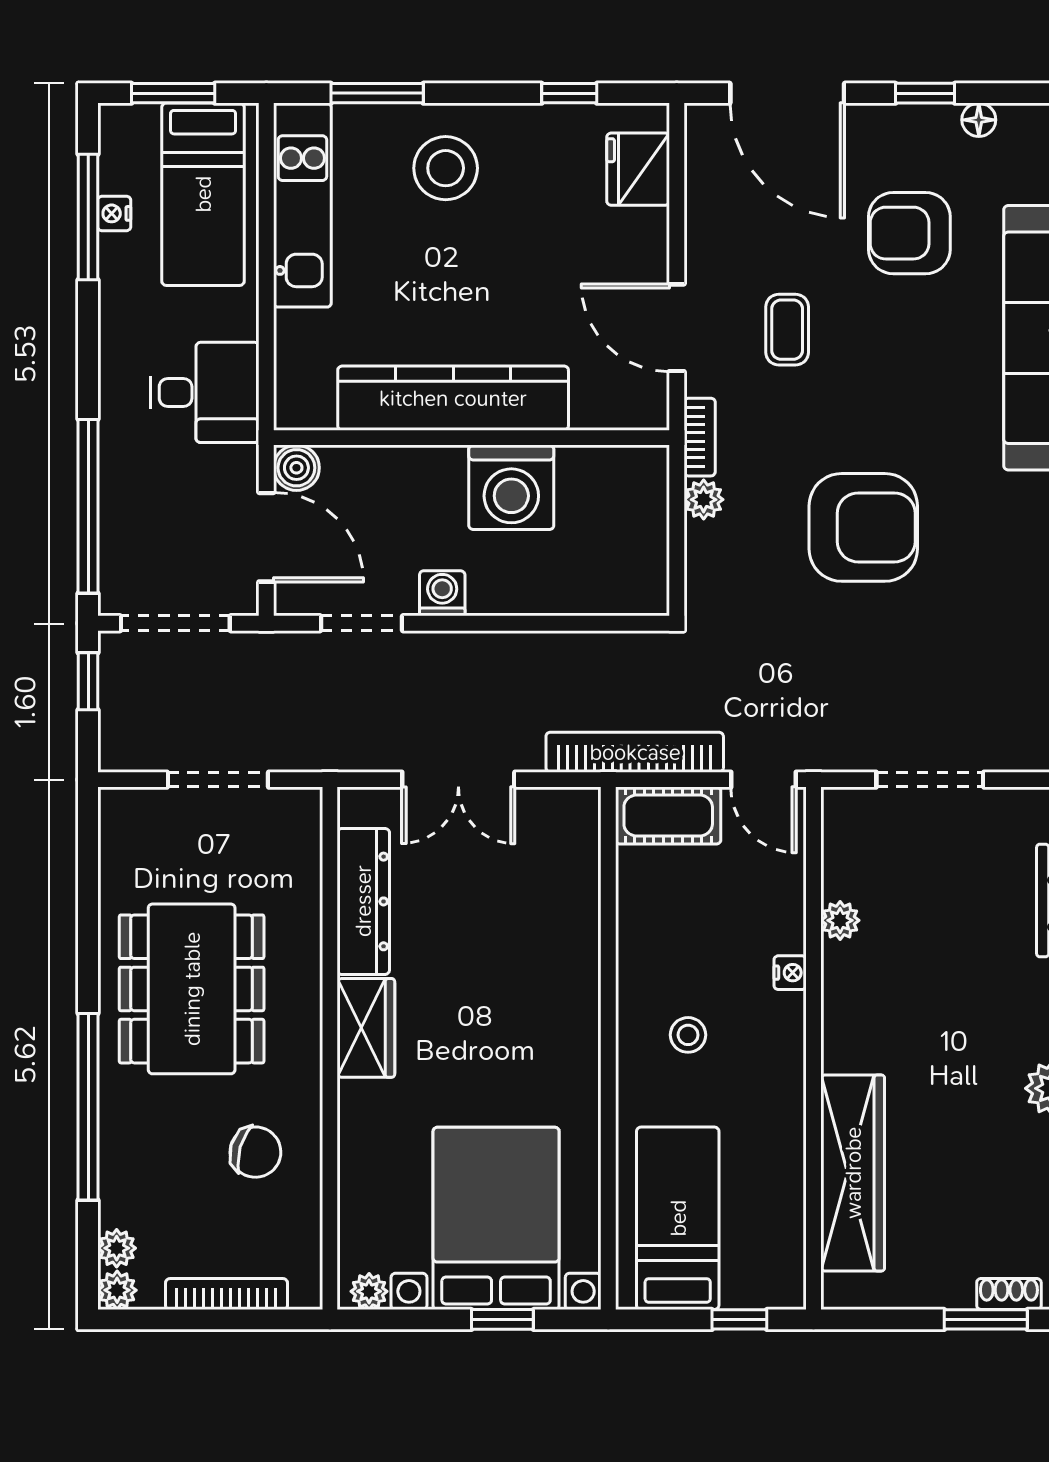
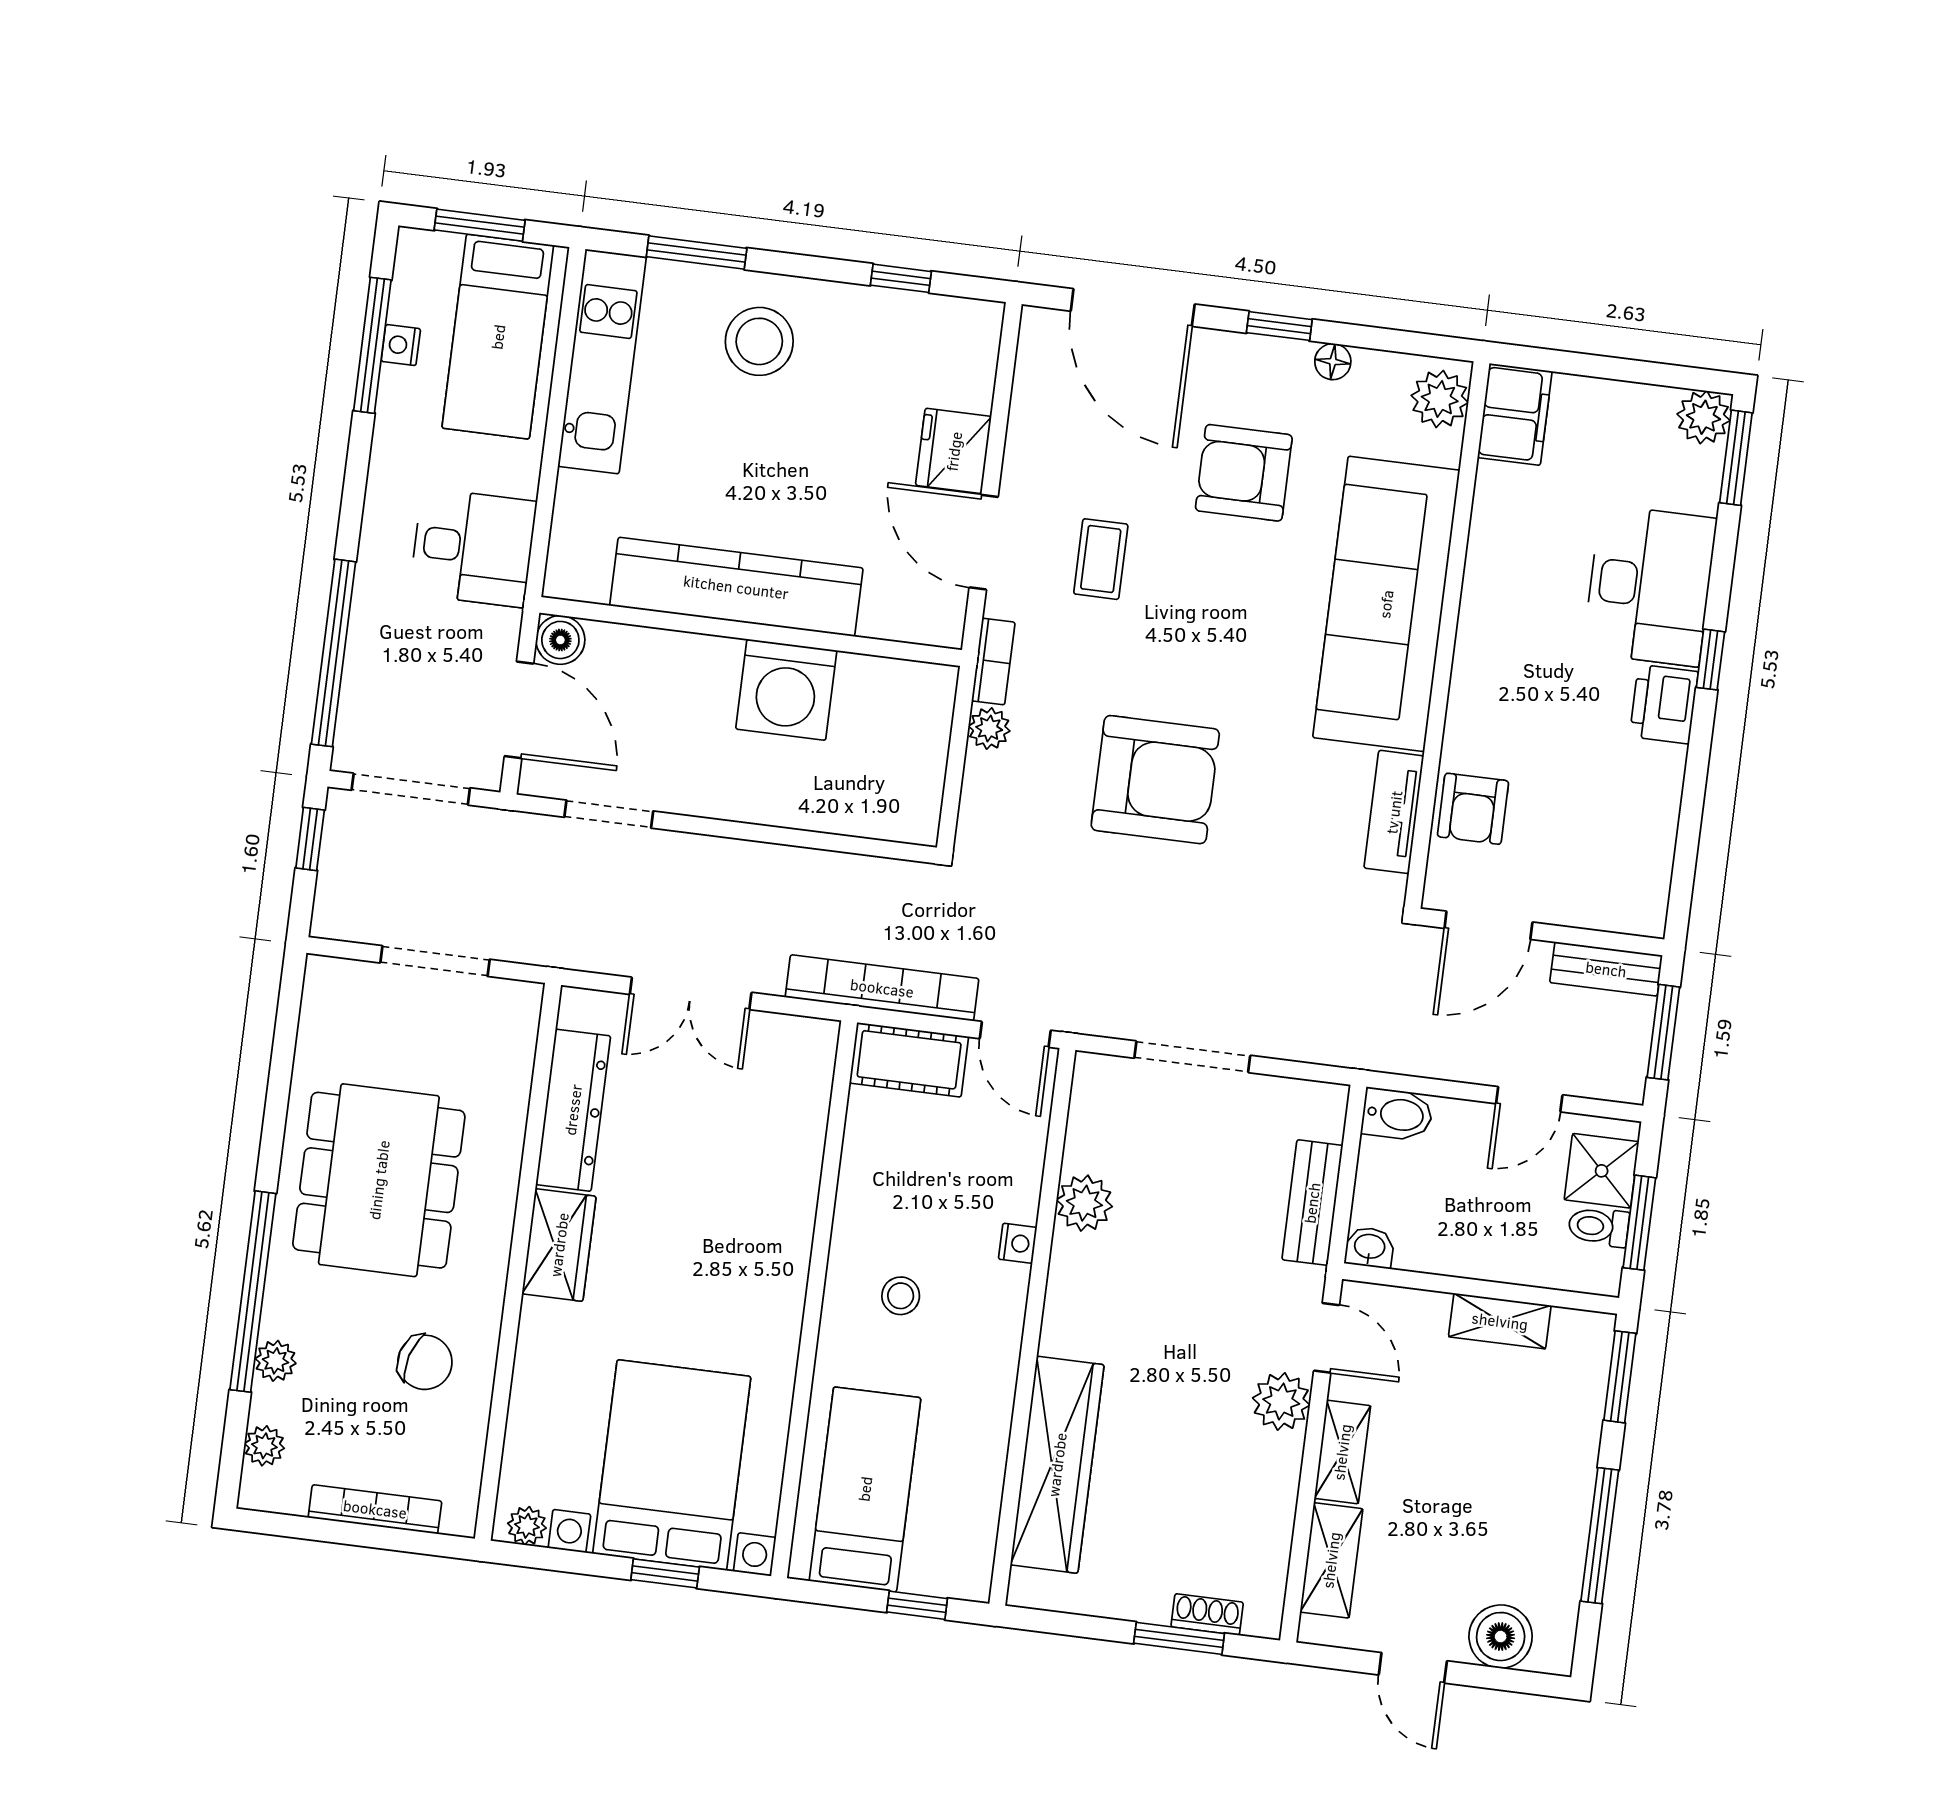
fridge: (638, 169) -> (954, 451), moved
washing machine: (442, 593) -> (699, 793), removed
plant: (840, 920) -> (1084, 1203), width x1.38, depth x1.38
plant: (117, 1290) -> (276, 1361), moved

